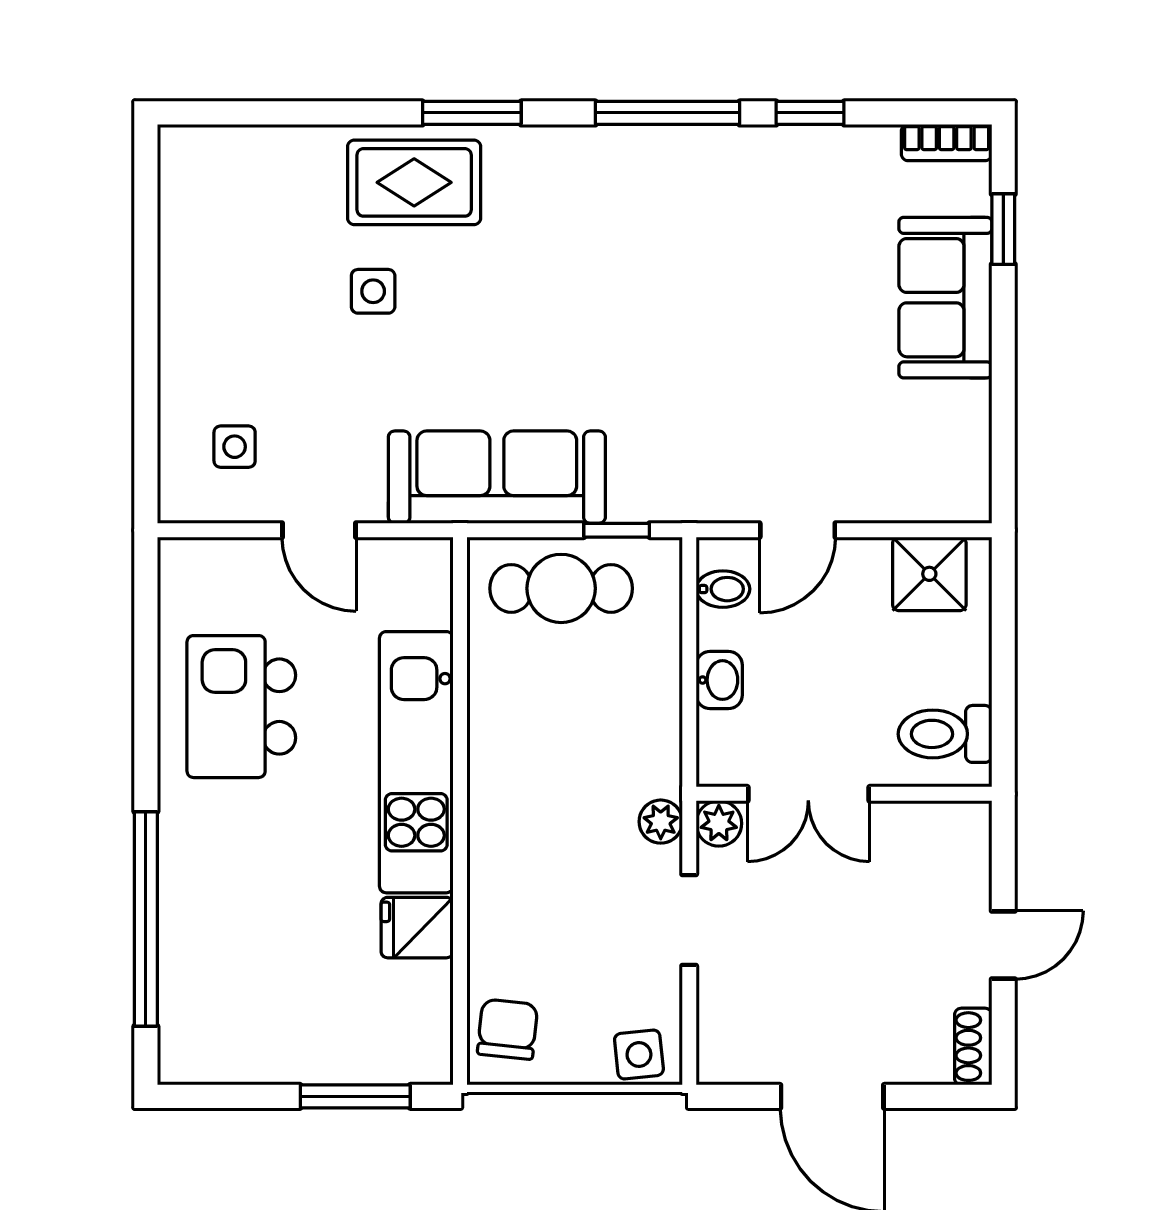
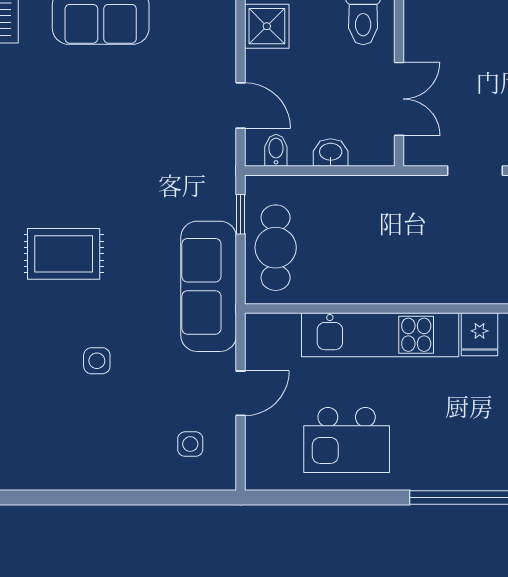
rug: (414, 182) -> (64, 254), moved, turned 90
plant: (661, 822) -> (416, 188), removed
plant: (719, 823) -> (417, 153), removed

